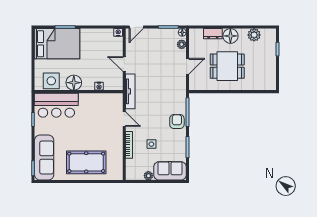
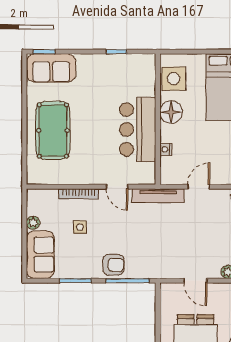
bar counter: (56, 105) -> (138, 129), moved
door: (124, 119) -> (117, 187), hinge flipped
sofa: (44, 158) -> (51, 68), width x0.73

